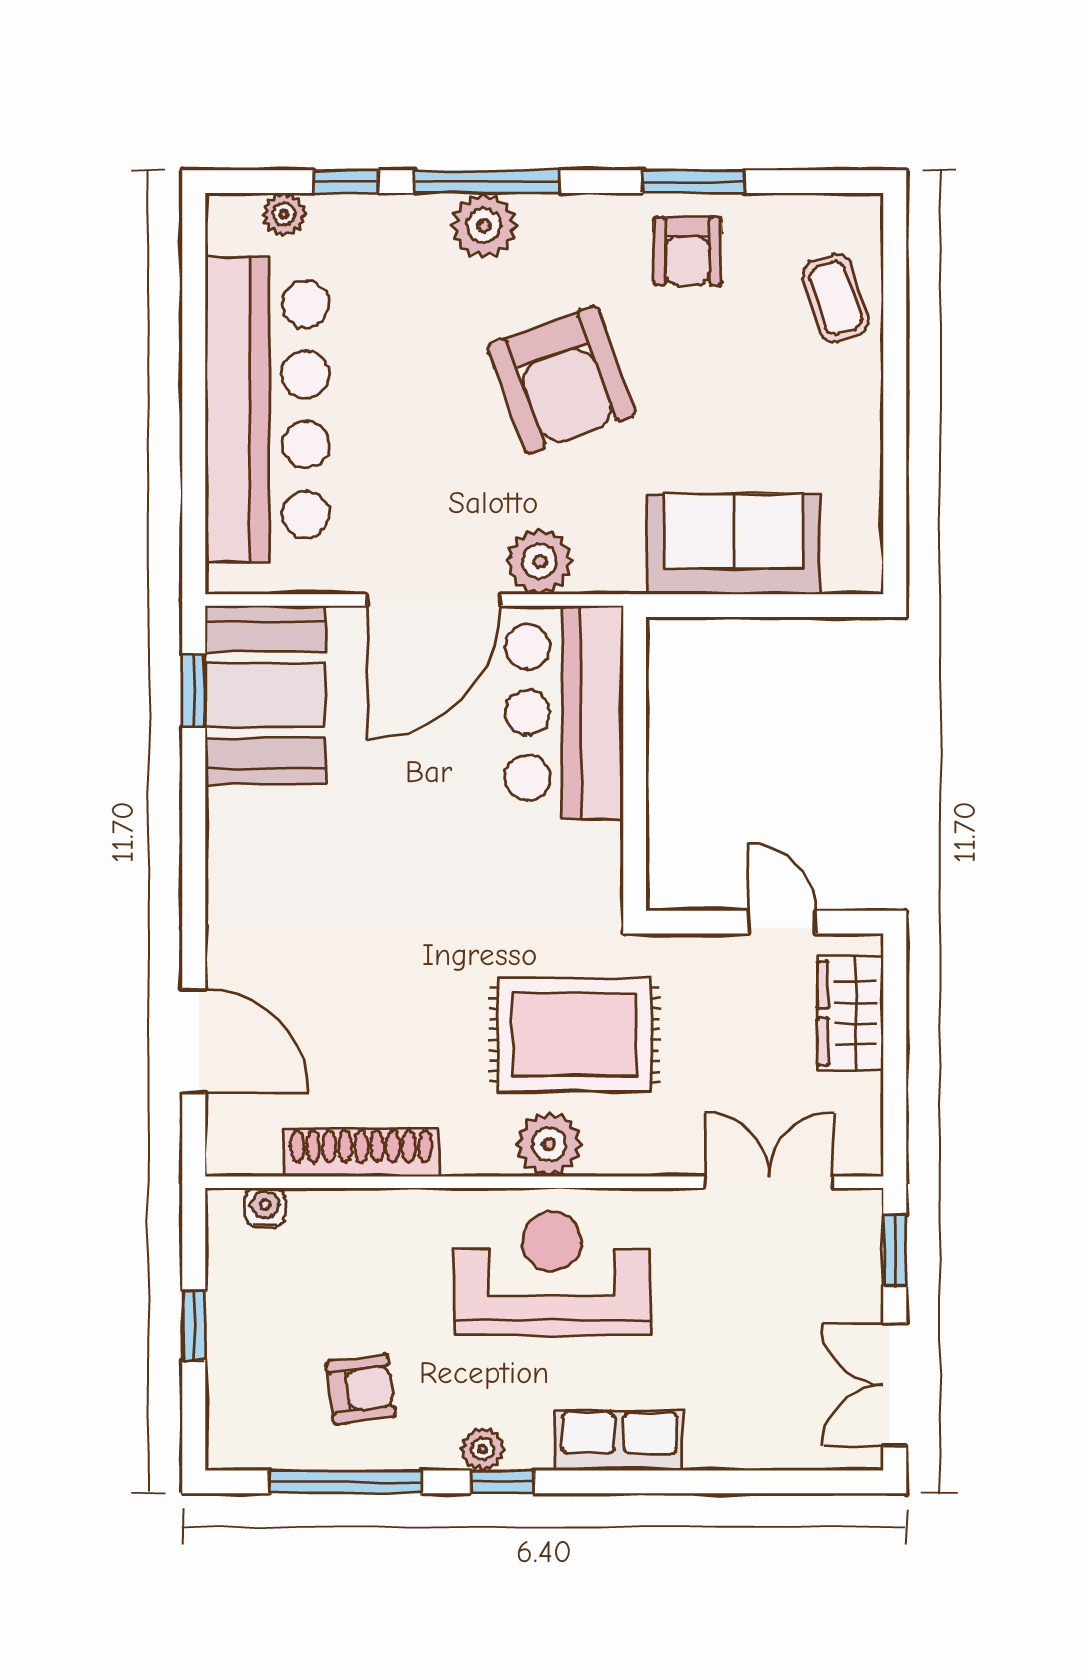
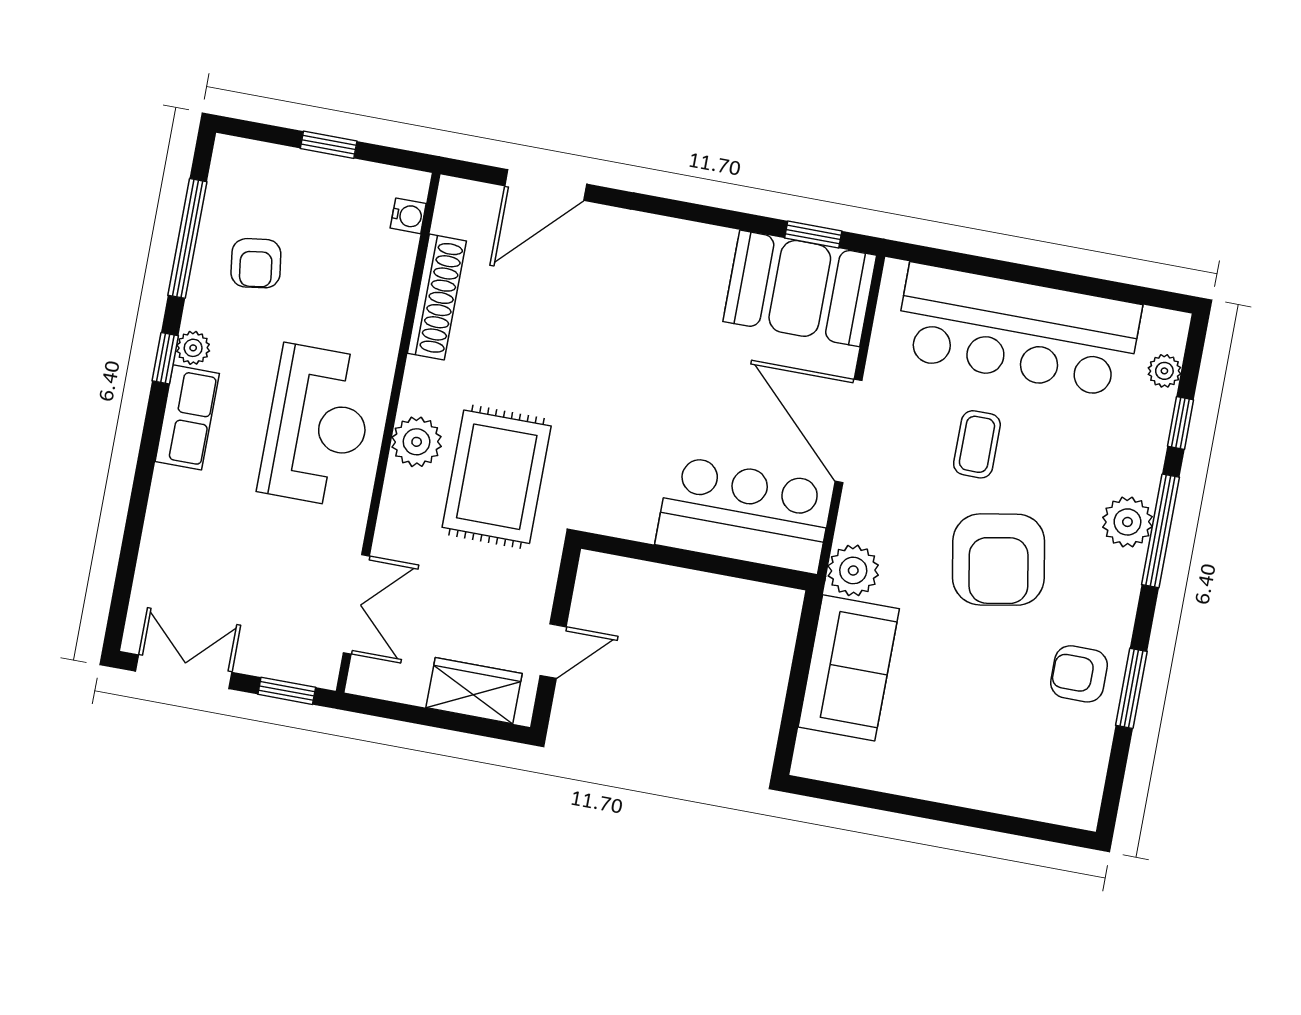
coffee table: (835, 298) -> (977, 444), moved, turned -72
armchair: (562, 380) -> (999, 560), turned -80
plant: (540, 561) -> (853, 570), moved
row of seats: (619, 1440) -> (187, 417), moved

